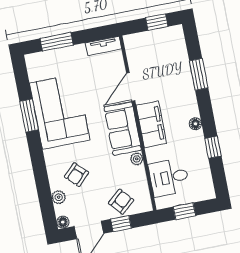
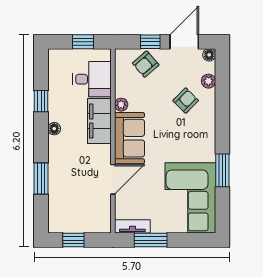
window: (57, 42) -> (151, 240), moved
corner sofa: (60, 112) -> (190, 198), moved
filing cabinet: (151, 124) -> (99, 121), moved

